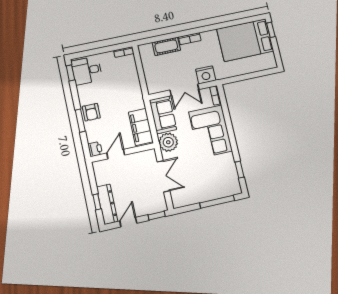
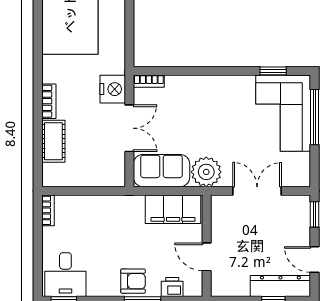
corner sofa: (211, 131) -> (283, 113), moved, turned 90
printer: (95, 149) -> (172, 287), moved

